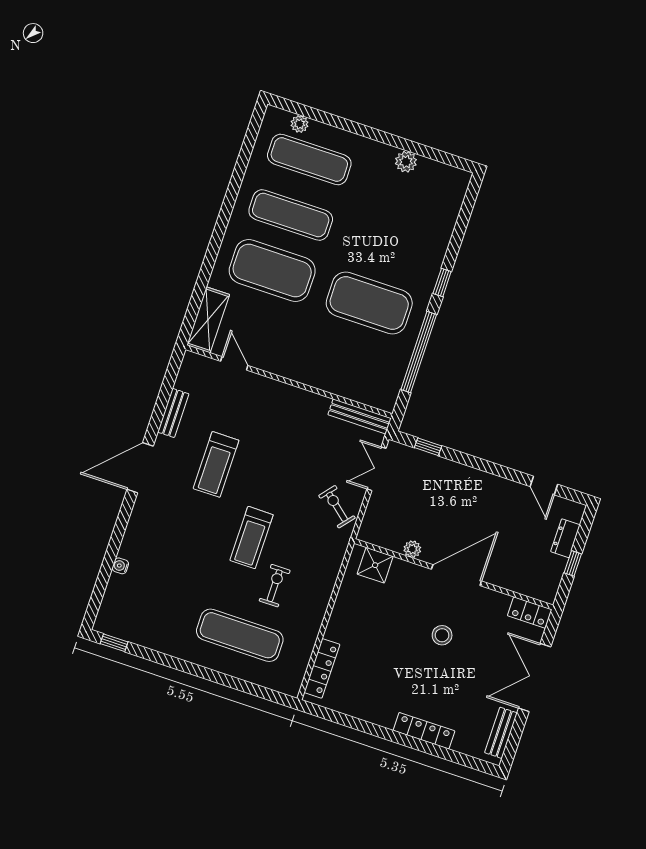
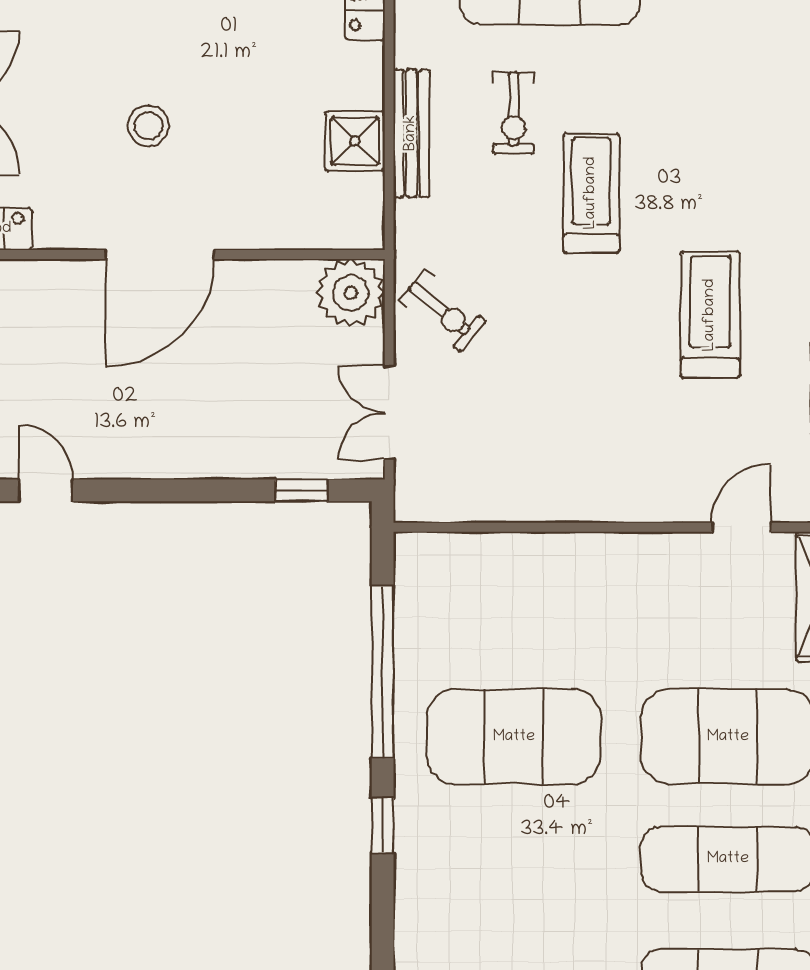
door: (234, 363) -> (741, 527), swing flipped
bench: (360, 416) -> (411, 133), moved, turned 90
double door: (376, 469) -> (389, 413), swing flipped
plant: (412, 549) -> (351, 293), moved, width x1.88, depth x1.88
shower: (375, 565) -> (355, 141), moved

